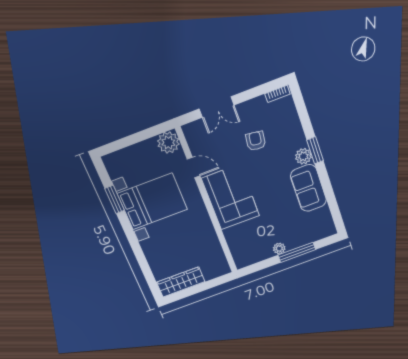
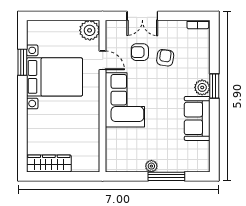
armchair: (228, 145) -> (140, 52), added

